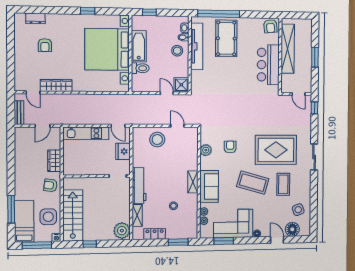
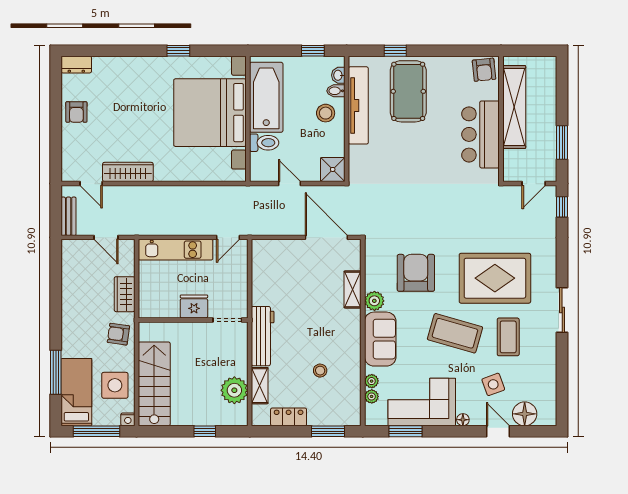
window: (149, 12) -> (313, 51), moved
window: (219, 14) -> (395, 51), width x0.32
dresser: (35, 18) -> (76, 65), moved
armchair: (45, 45) -> (76, 112), moved
bathtub: (139, 46) -> (266, 97), width x1.36, depth x1.36
window: (315, 57) -> (562, 143), moved
door: (167, 93) -> (289, 184), moved
door: (299, 94) -> (534, 184), hinge flipped
door: (43, 126) -> (106, 237), hinge flipped
door: (118, 126) -> (228, 237), hinge flipped
door: (177, 126) -> (326, 237), width x1.87
stool: (157, 140) -> (293, 260), removed
armchair: (230, 147) -> (416, 273), width x1.88, depth x1.88
plant: (206, 150) -> (374, 301), moved
fridge: (123, 151) -> (194, 306), moved, turned 90
sliding door: (314, 157) -> (562, 310), moved
shelving: (193, 182) -> (353, 289), moved
side table: (298, 210) -> (493, 384), moved
plant: (122, 231) -> (234, 390), moved
window: (90, 244) -> (205, 431), moved

